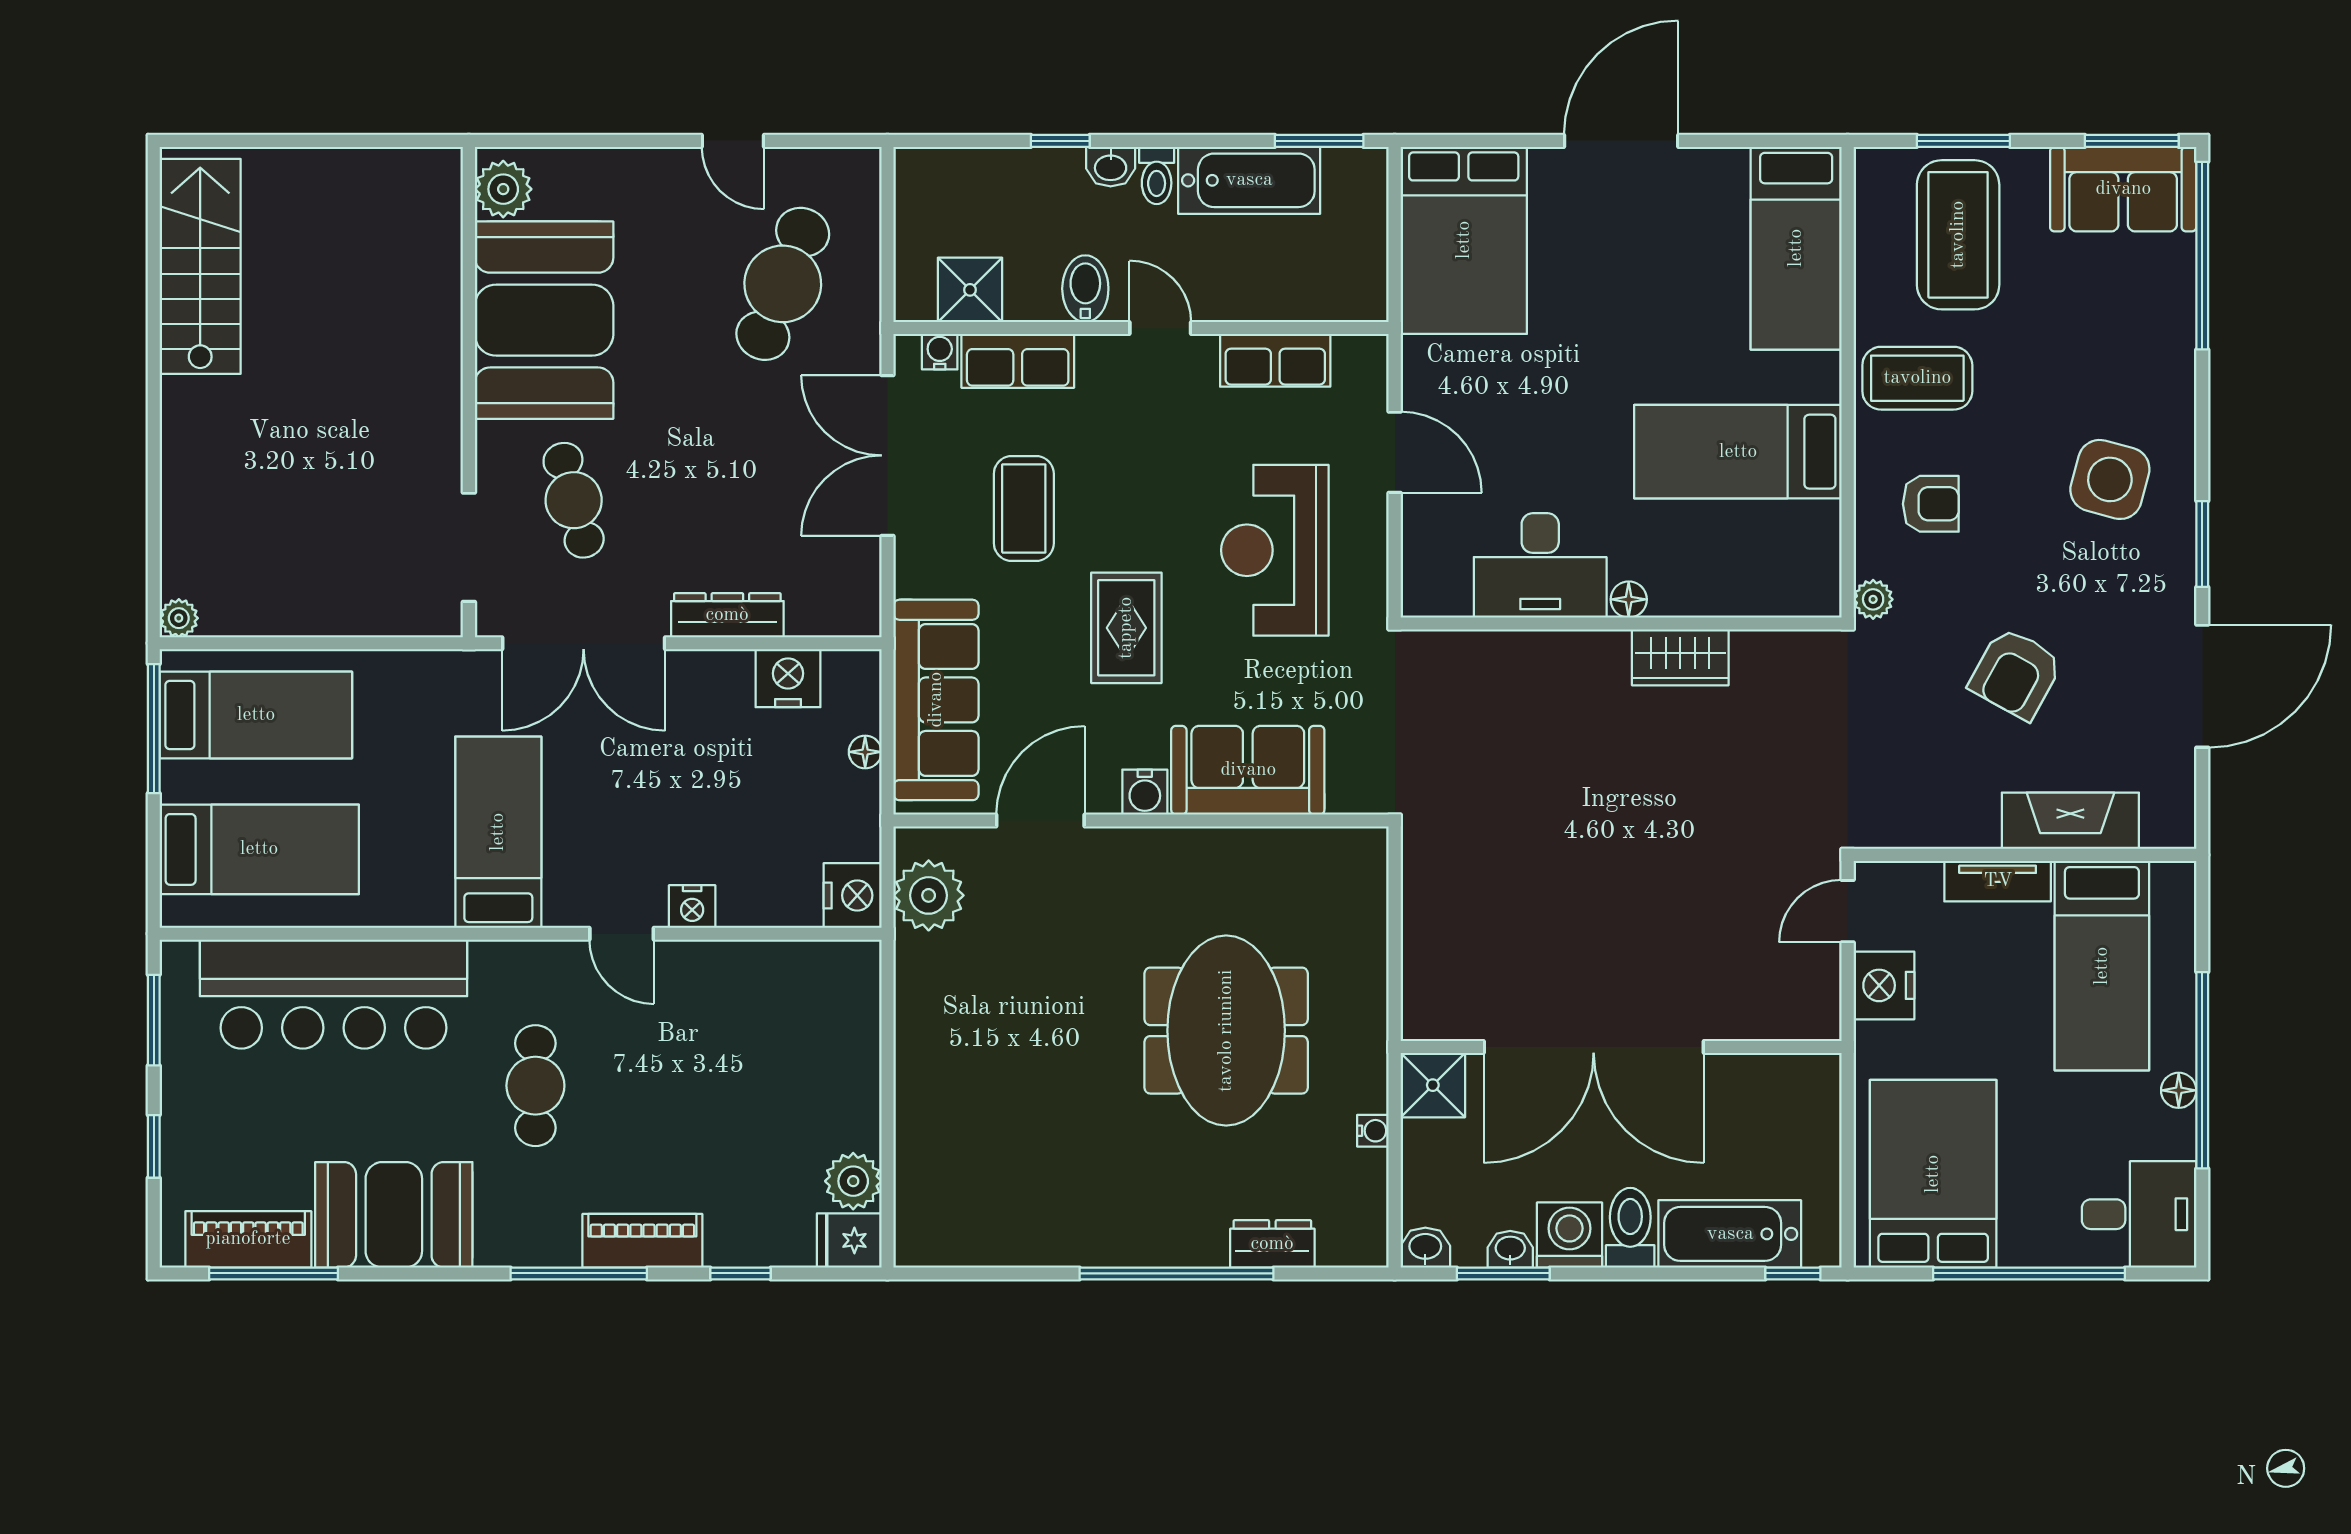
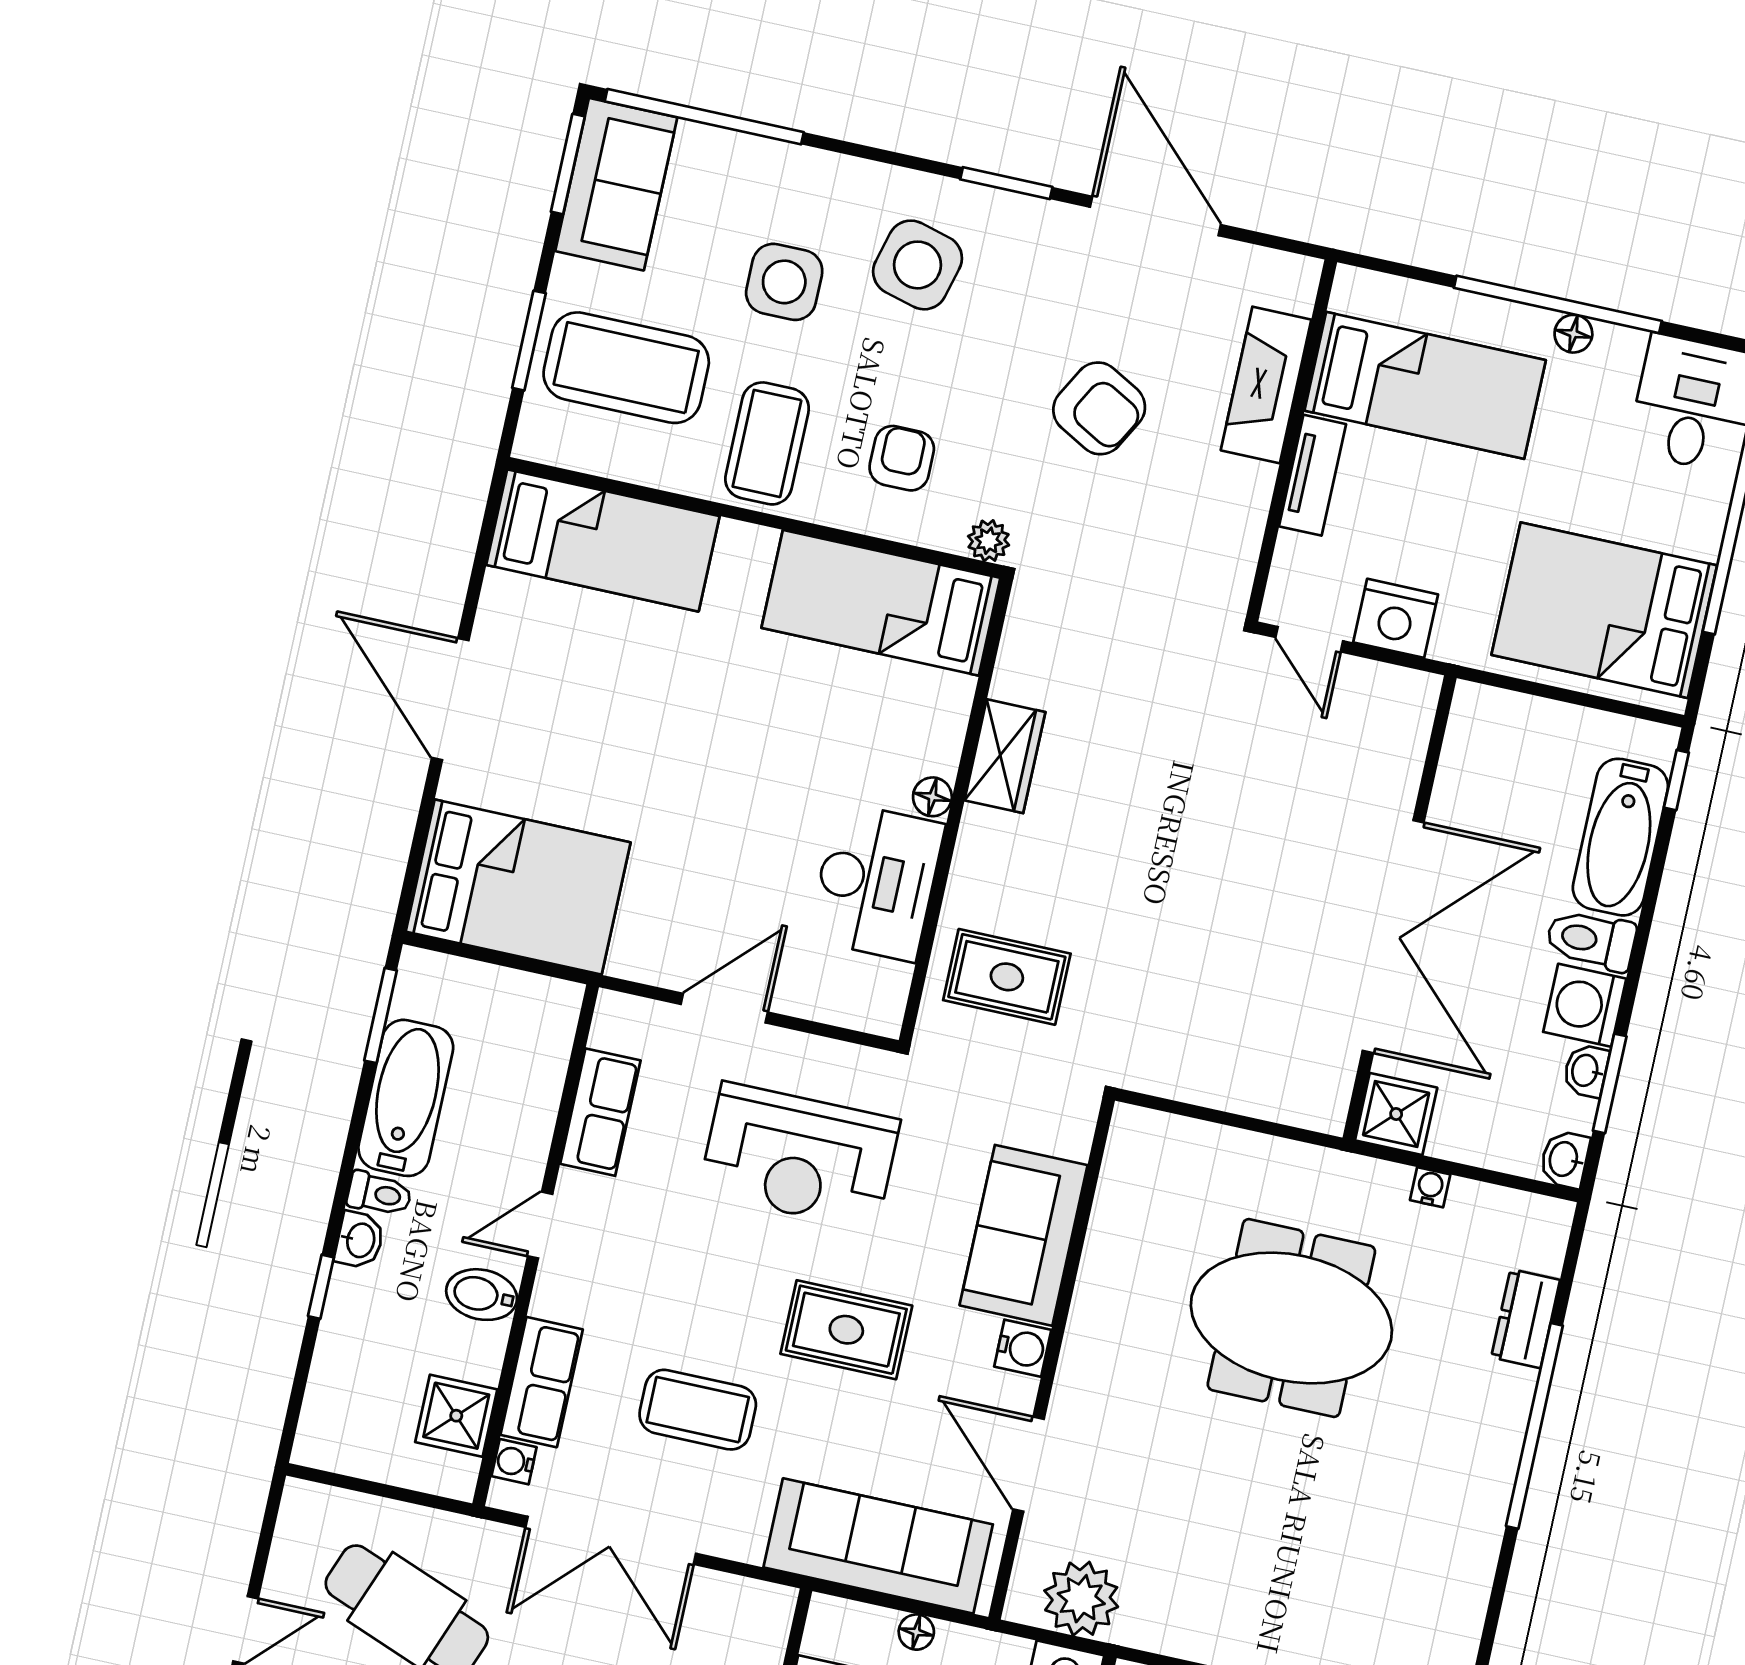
side table: (2068, 362) -> (784, 282), added
bed: (1738, 452) -> (881, 603), moved, turned 90
rug: (1480, 703) -> (1007, 977), added

